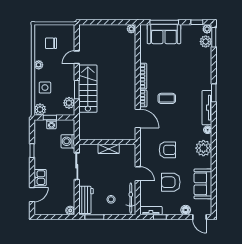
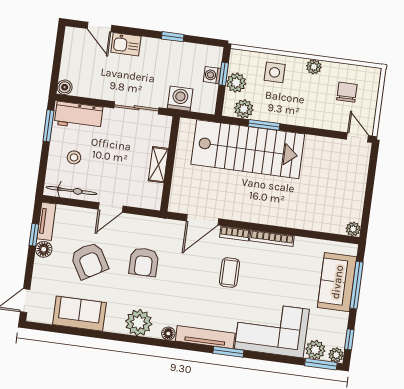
door: (77, 57) -> (358, 137), moved
corner sofa: (197, 69) -> (272, 329), added
stairs: (88, 89) -> (248, 149), width x1.36, depth x1.51
plant: (40, 109) -> (236, 83), moved
armchair: (171, 182) -> (89, 261), turned 150
floor lamp: (186, 210) -> (44, 249), moved

